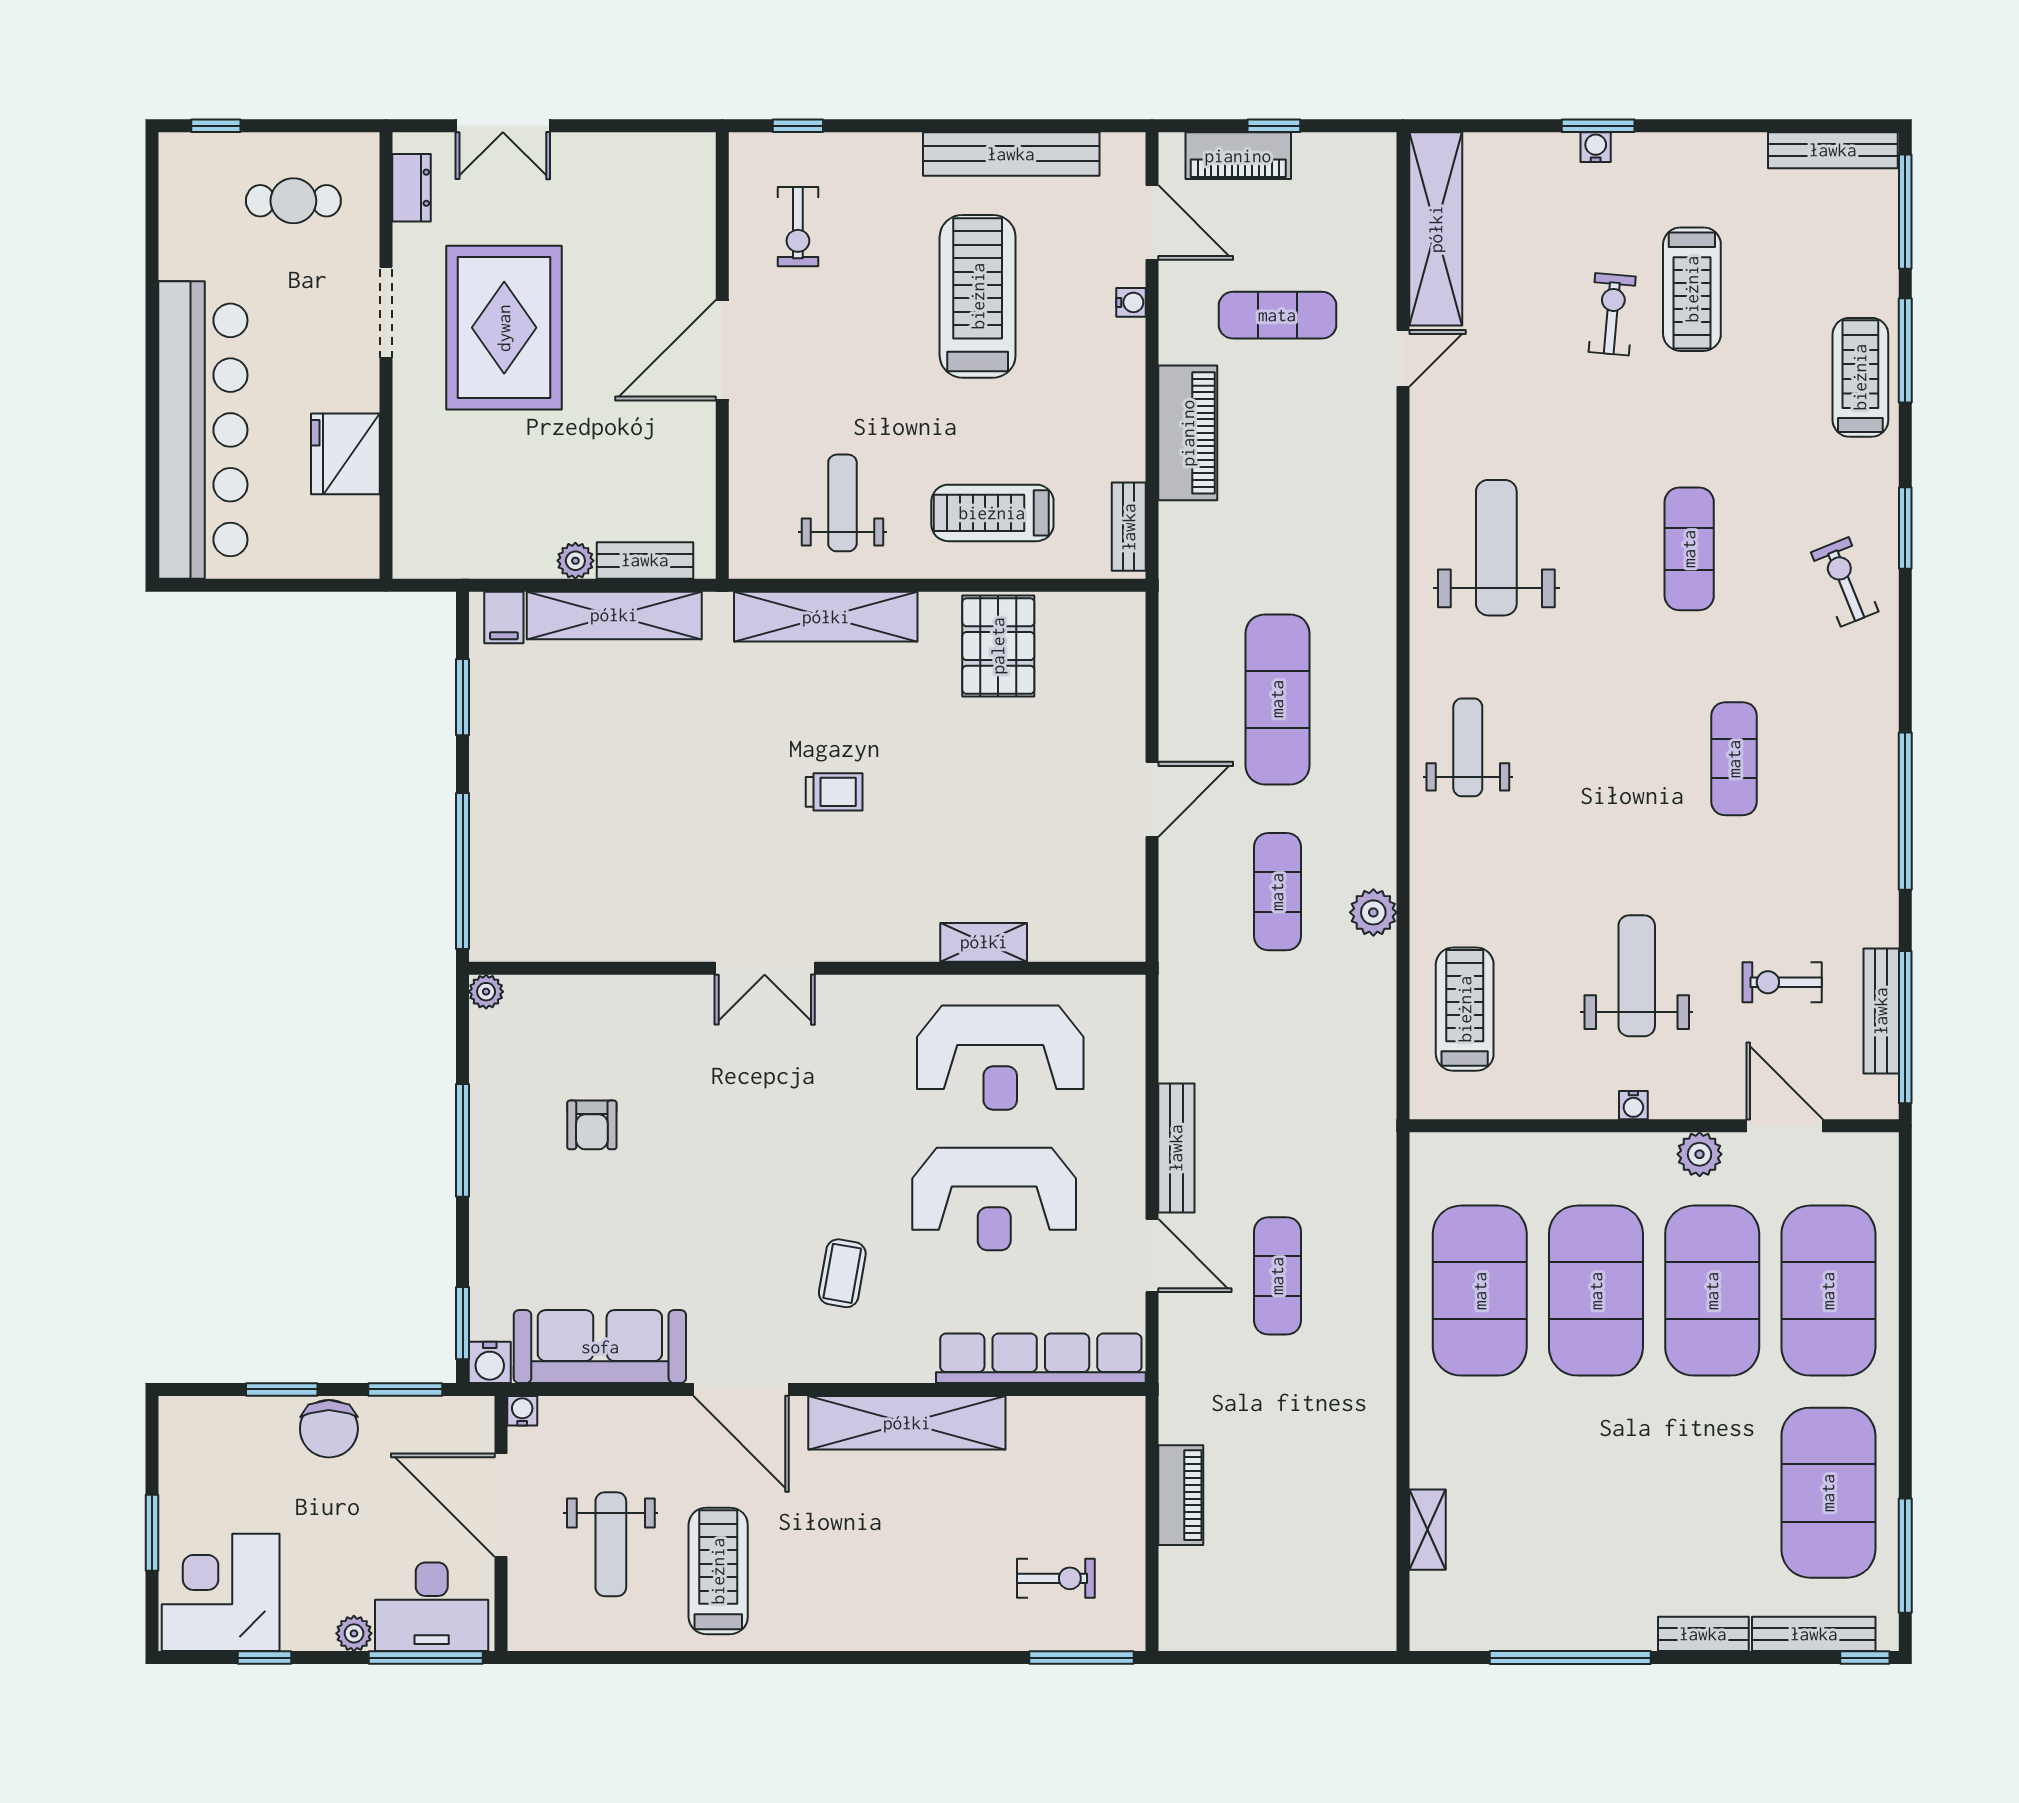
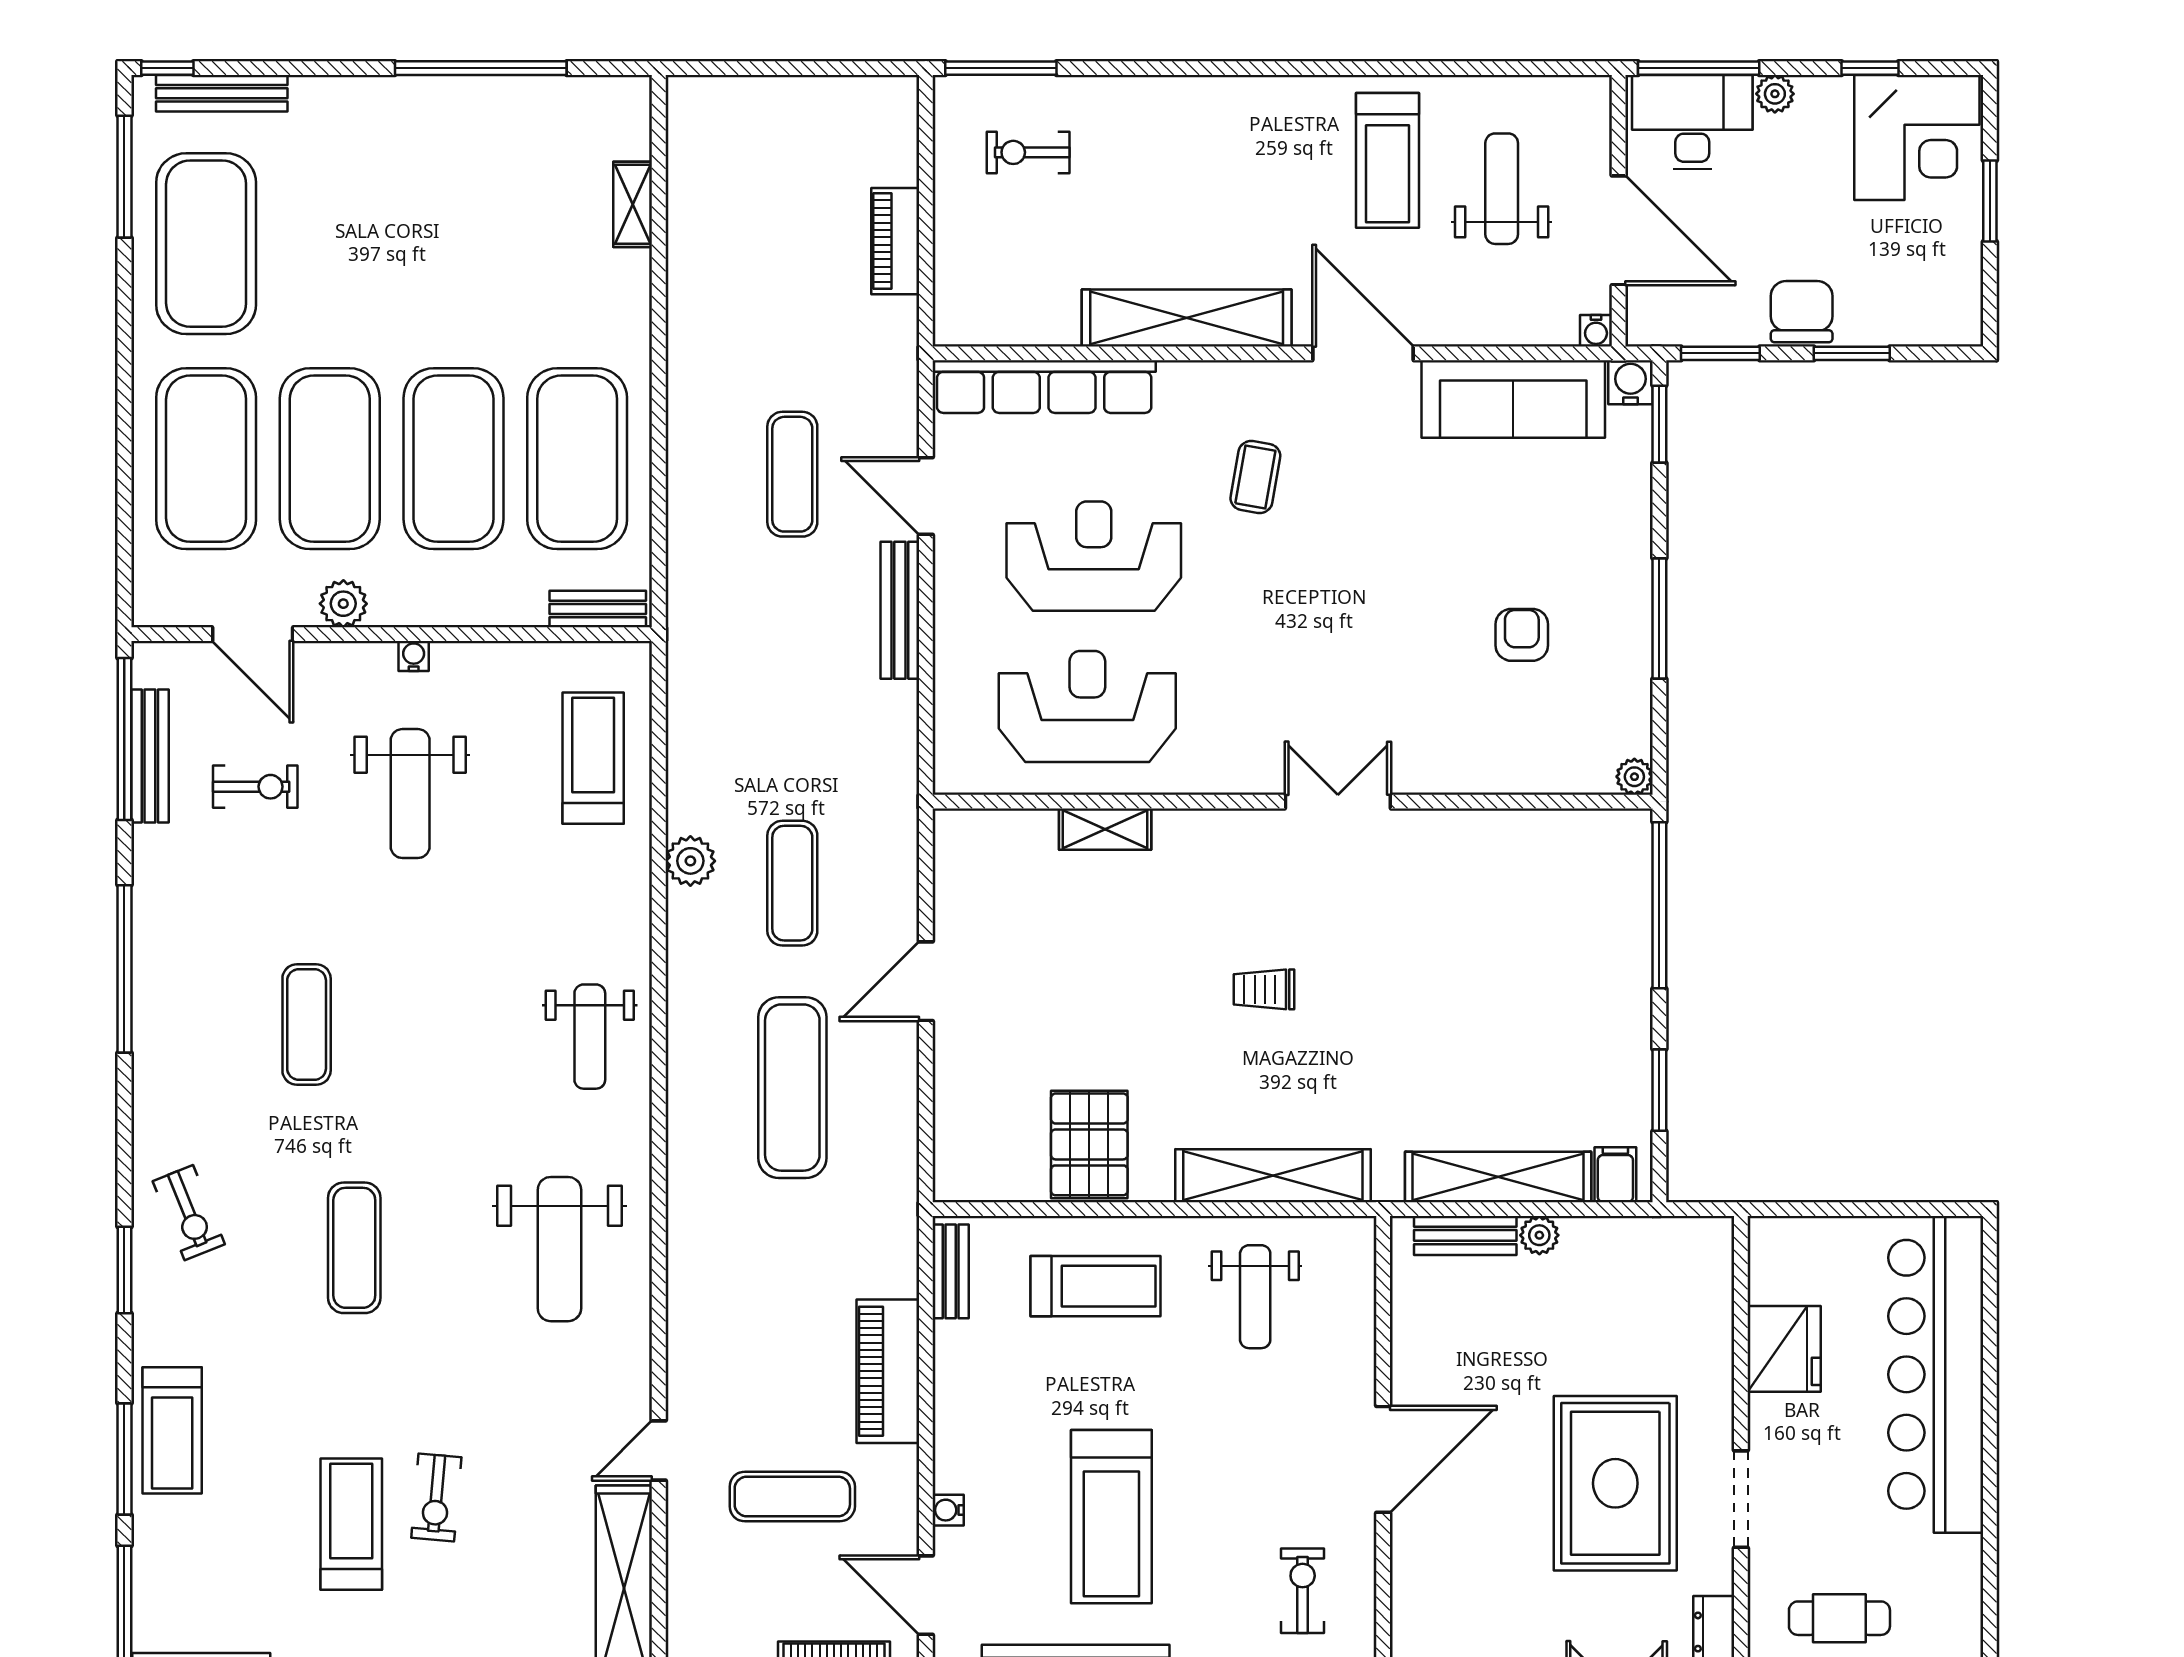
treadmill: (1465, 1009) -> (593, 758), turned 180
bench: (1703, 1634) -> (598, 609), moved

